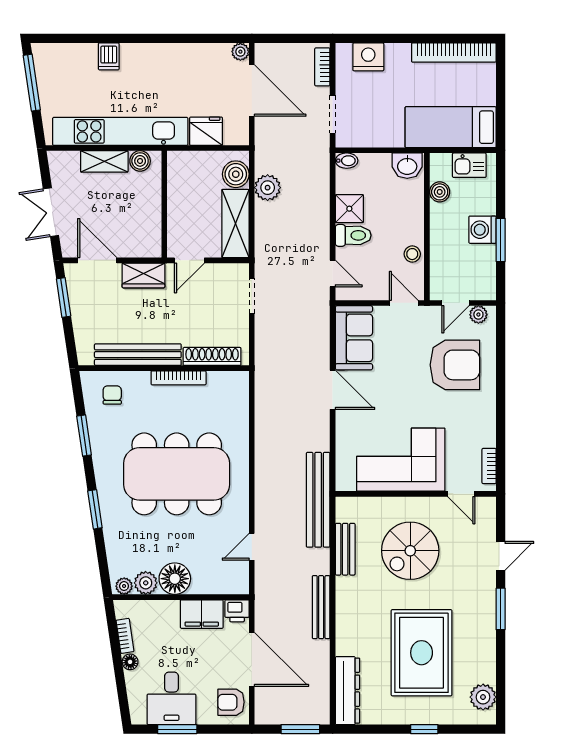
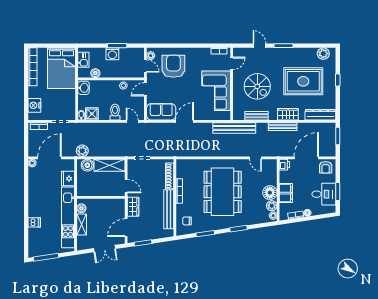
bed: (451, 127) -> (61, 68), width x1.50
plant: (268, 188) -> (82, 151), moved
shower: (349, 209) -> (92, 114), moved
door: (333, 274) -> (132, 121), hinge flipped
filing cabinet: (202, 614) -> (286, 193), moved
wardrobe: (348, 619) -> (288, 114), added

